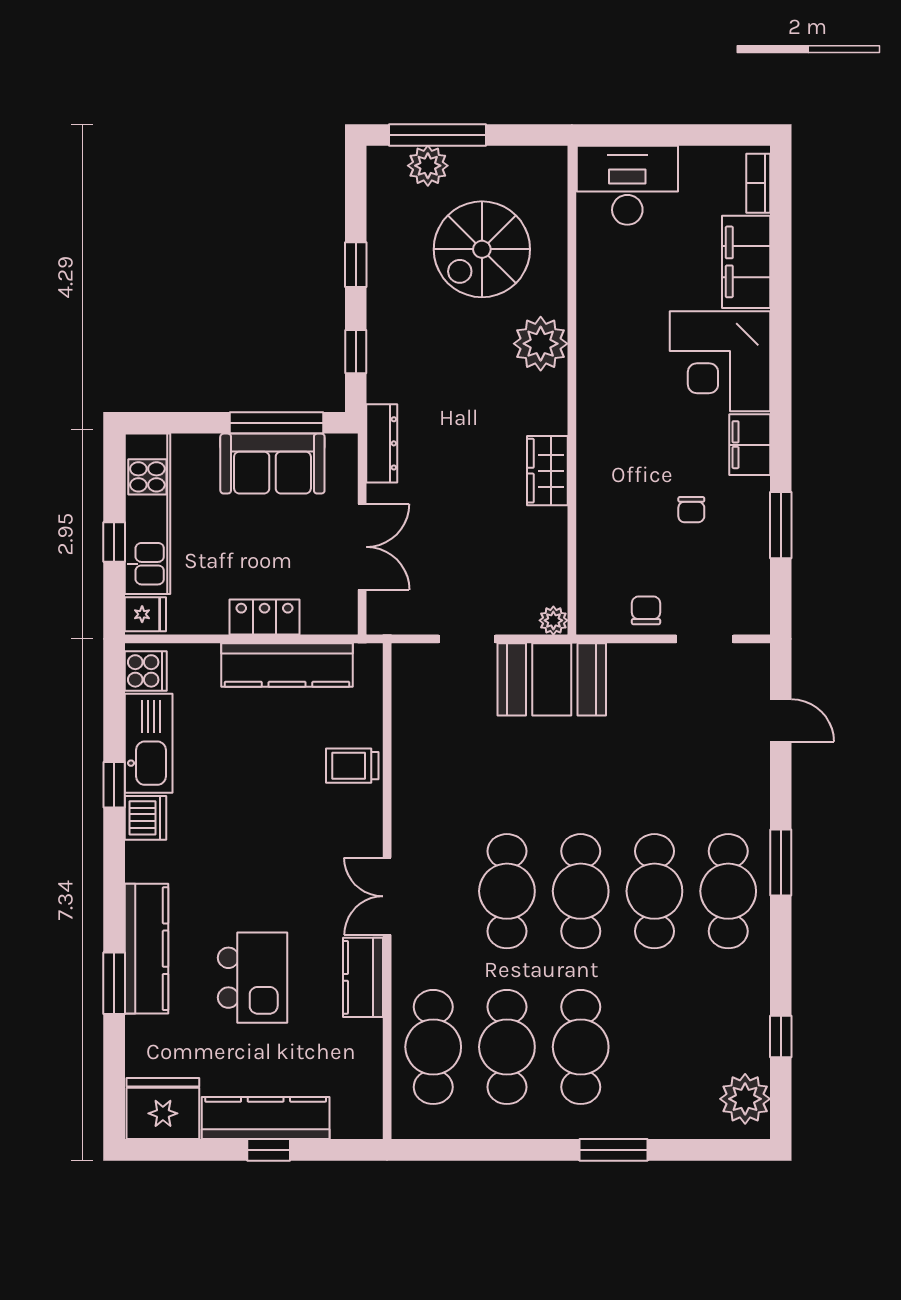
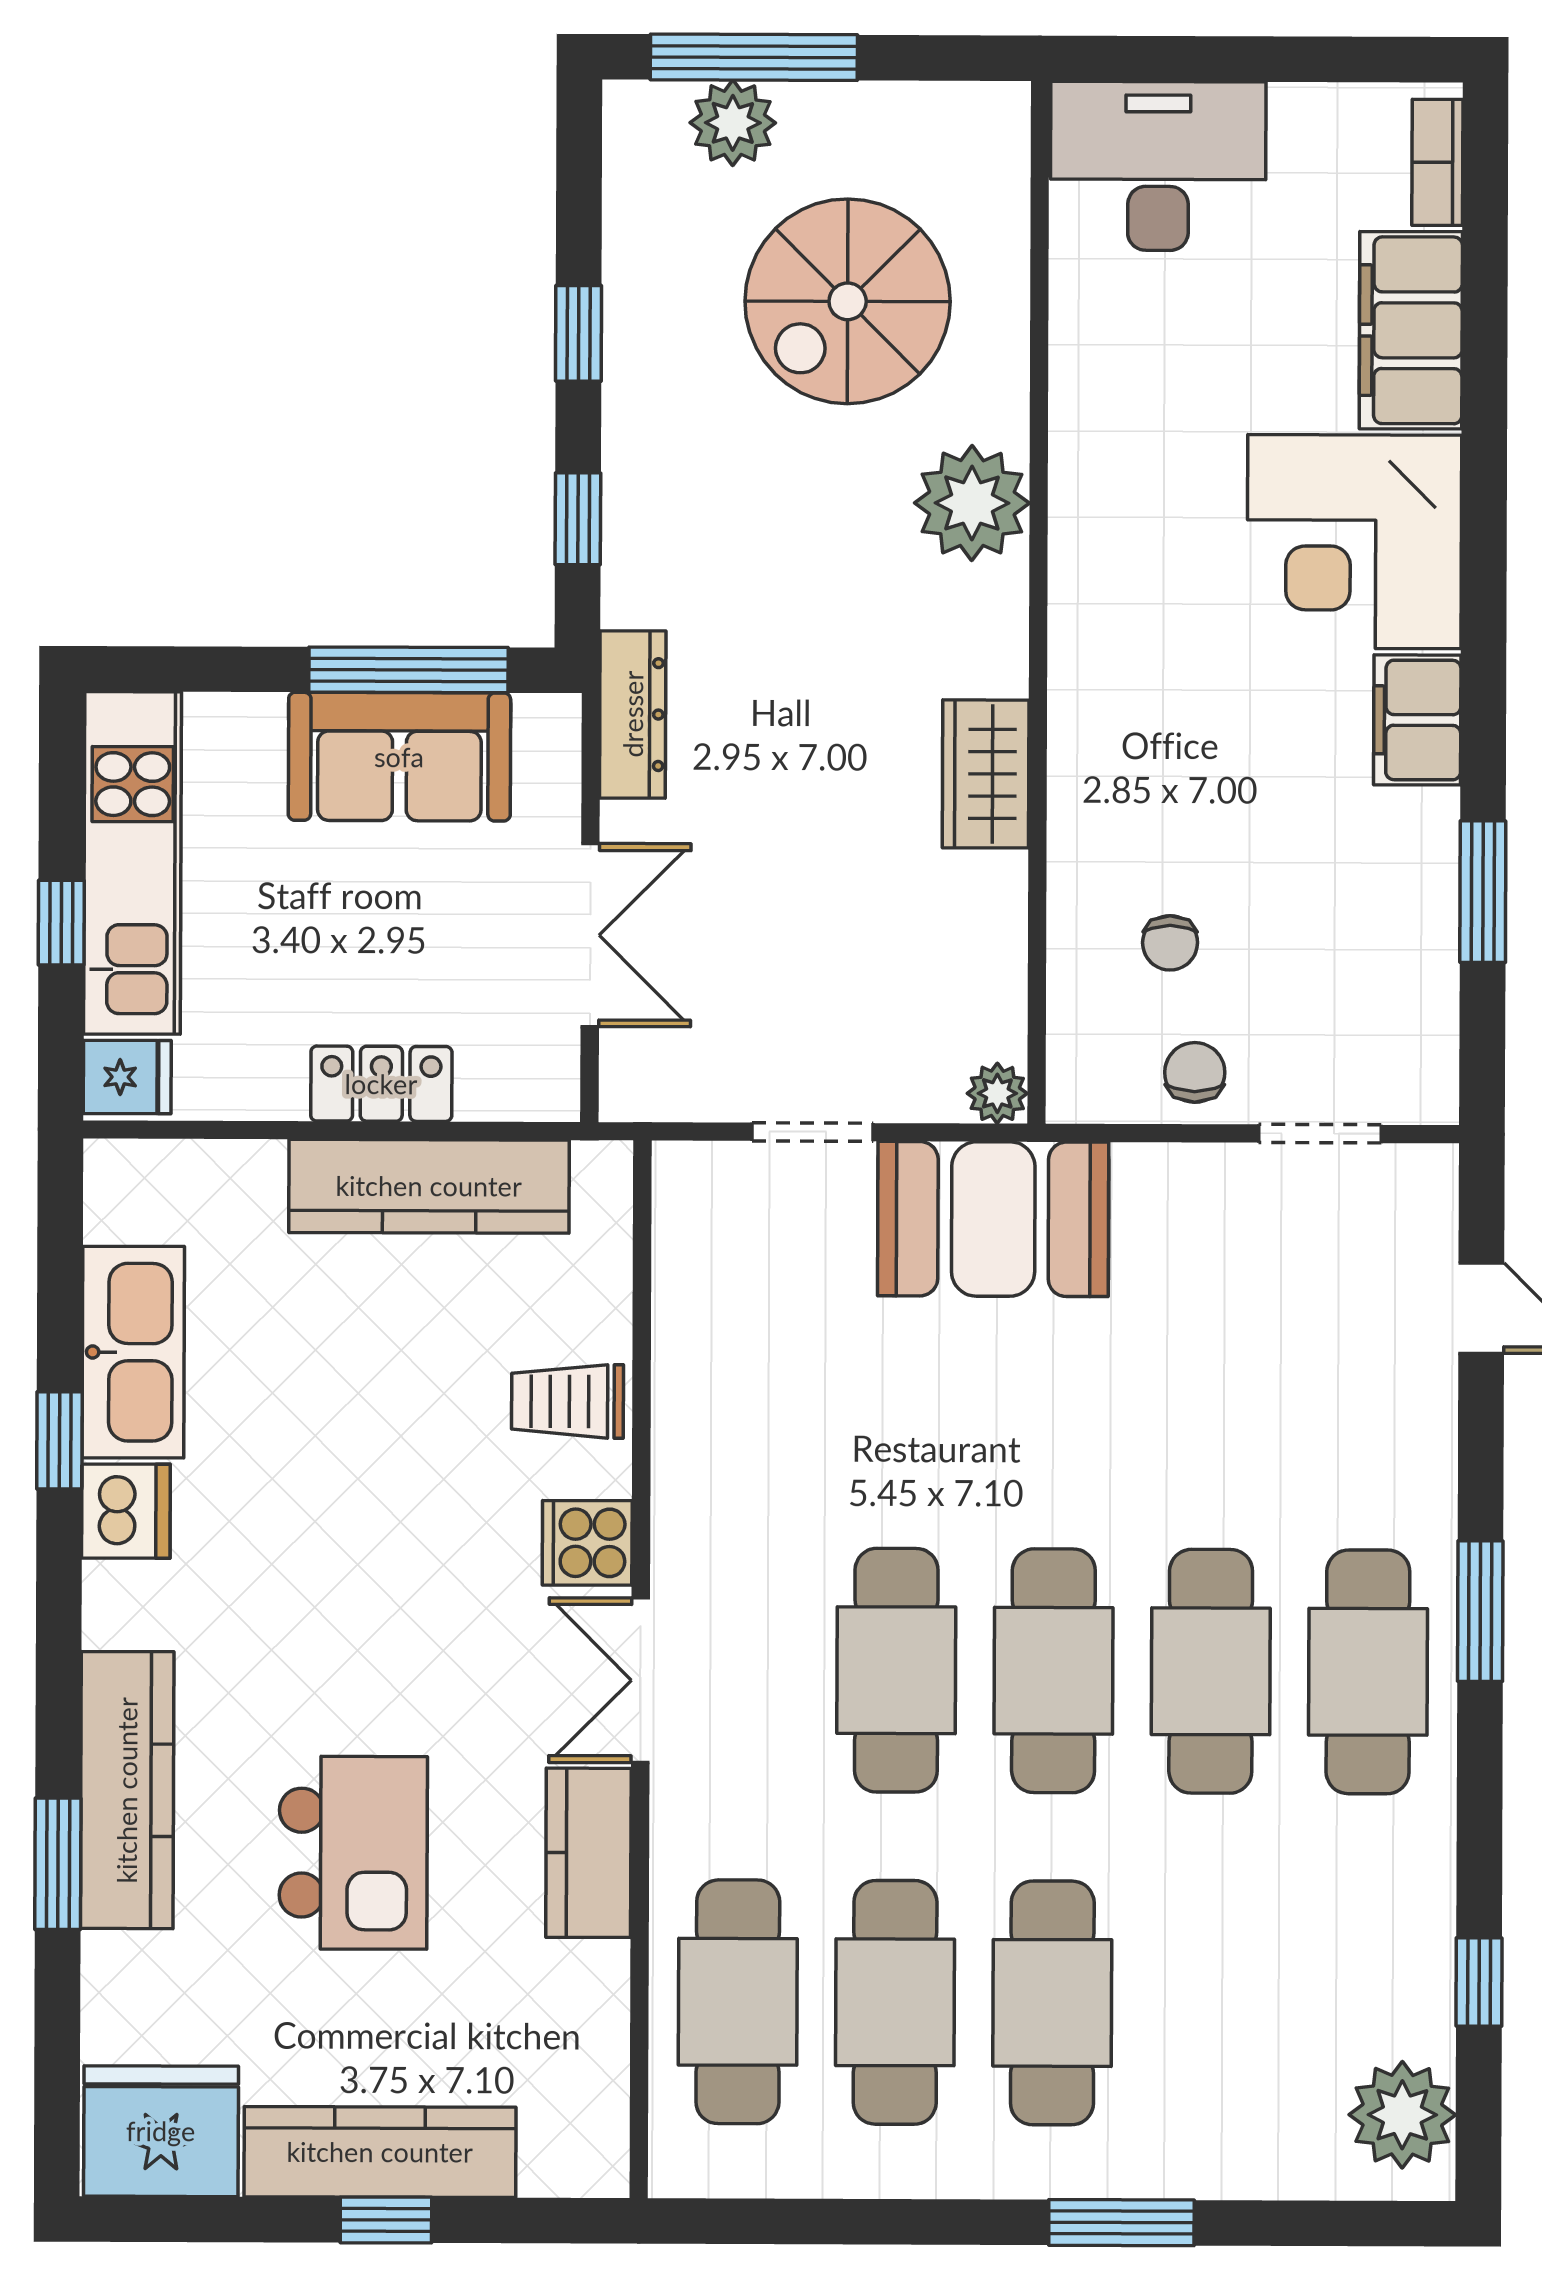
chair: (691, 510) -> (1170, 943), moved
cooker: (146, 671) -> (587, 1543), moved, turned 180

